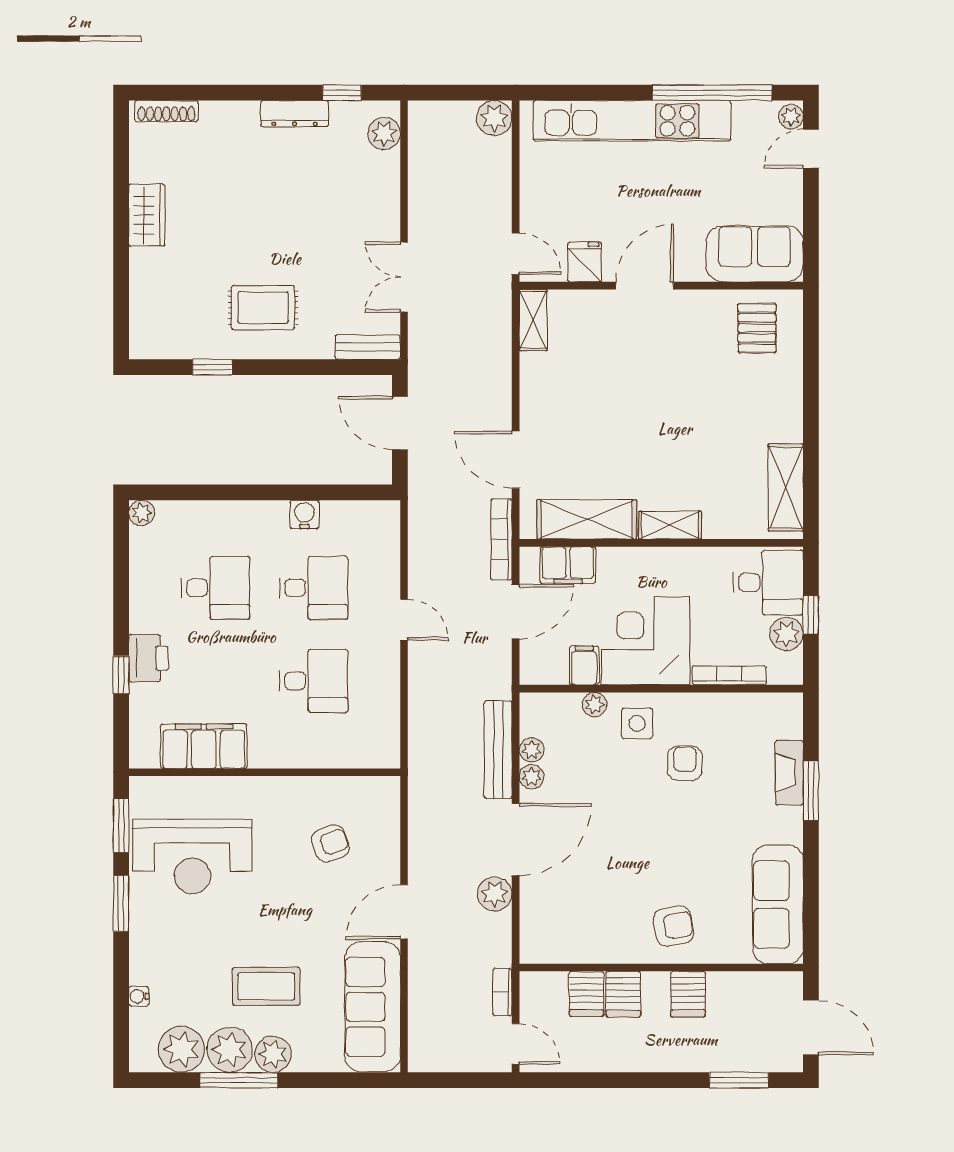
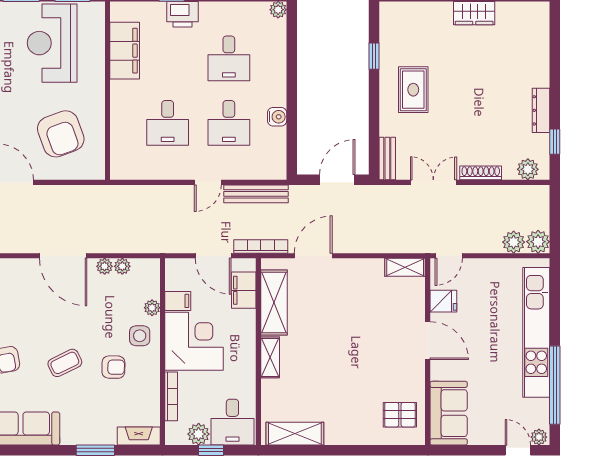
shoe rack: (166, 111) -> (481, 173), moved, turned 90
bench: (498, 750) -> (256, 194), moved
fireplace: (789, 773) -> (139, 436), moved
coffee table: (678, 837) -> (65, 363), added
armchair: (330, 843) -> (61, 134), width x1.88, depth x1.88
plant: (495, 894) -> (514, 242), moved

